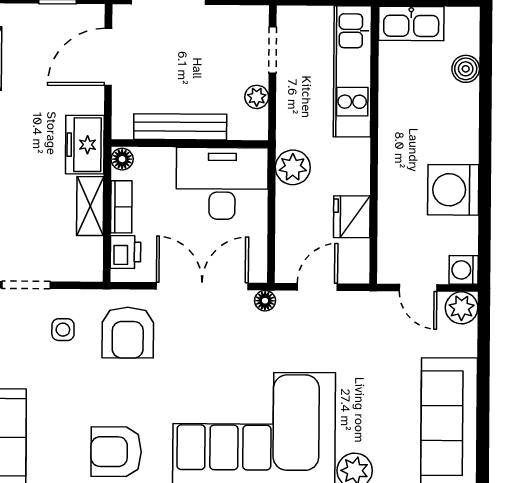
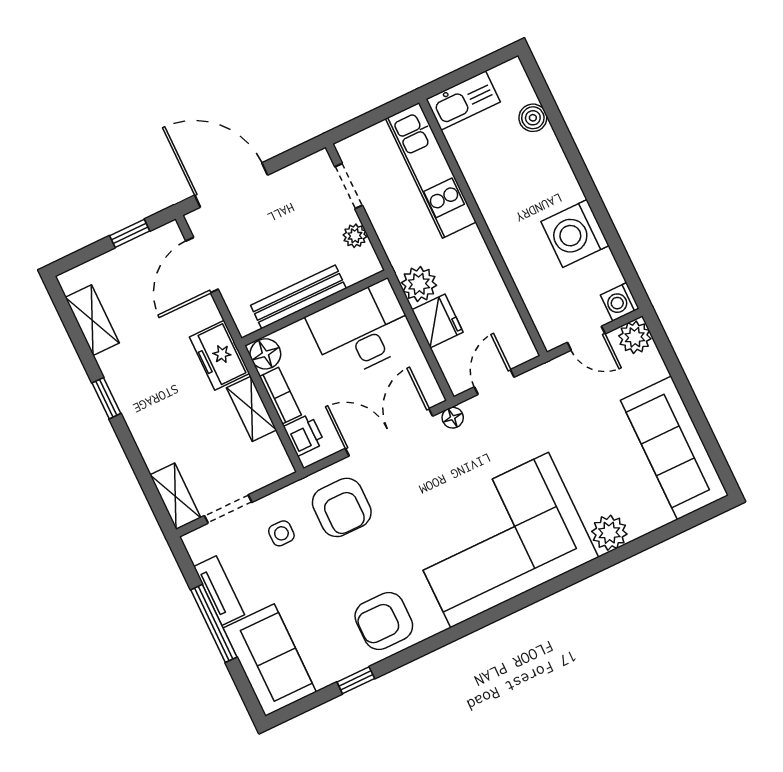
floor lamp: (122, 159) -> (265, 354), width x1.37, depth x1.37
fridge: (352, 217) -> (437, 321), moved, turned 180

